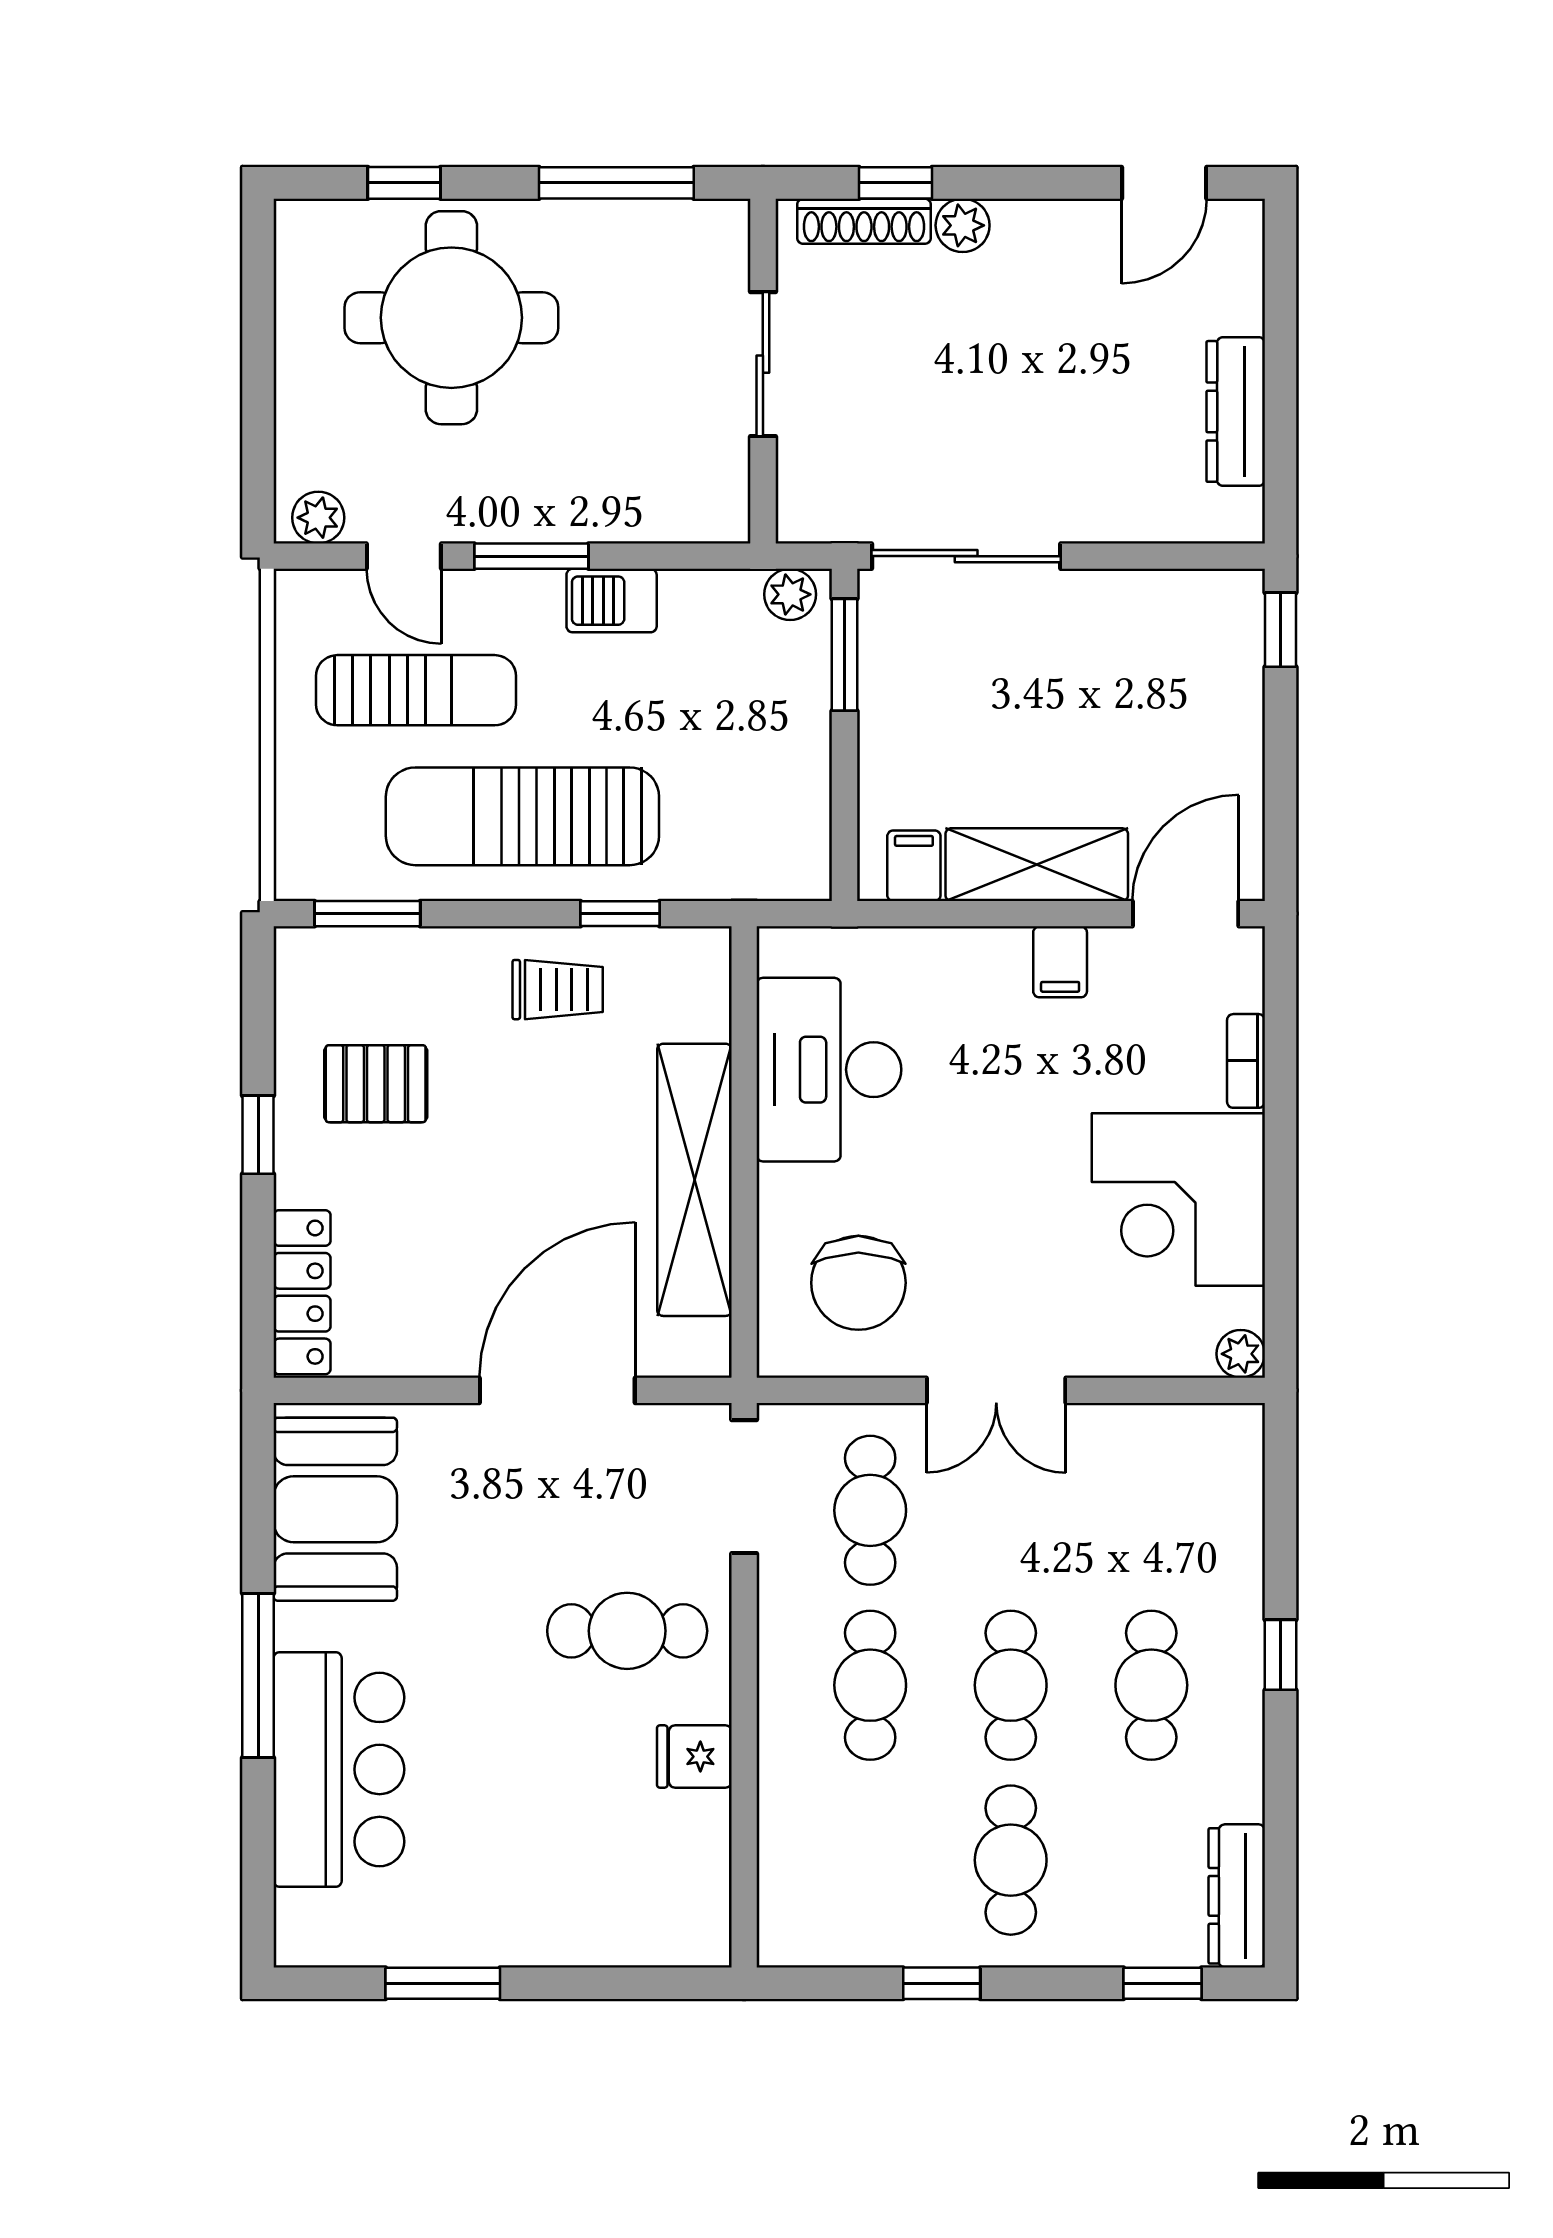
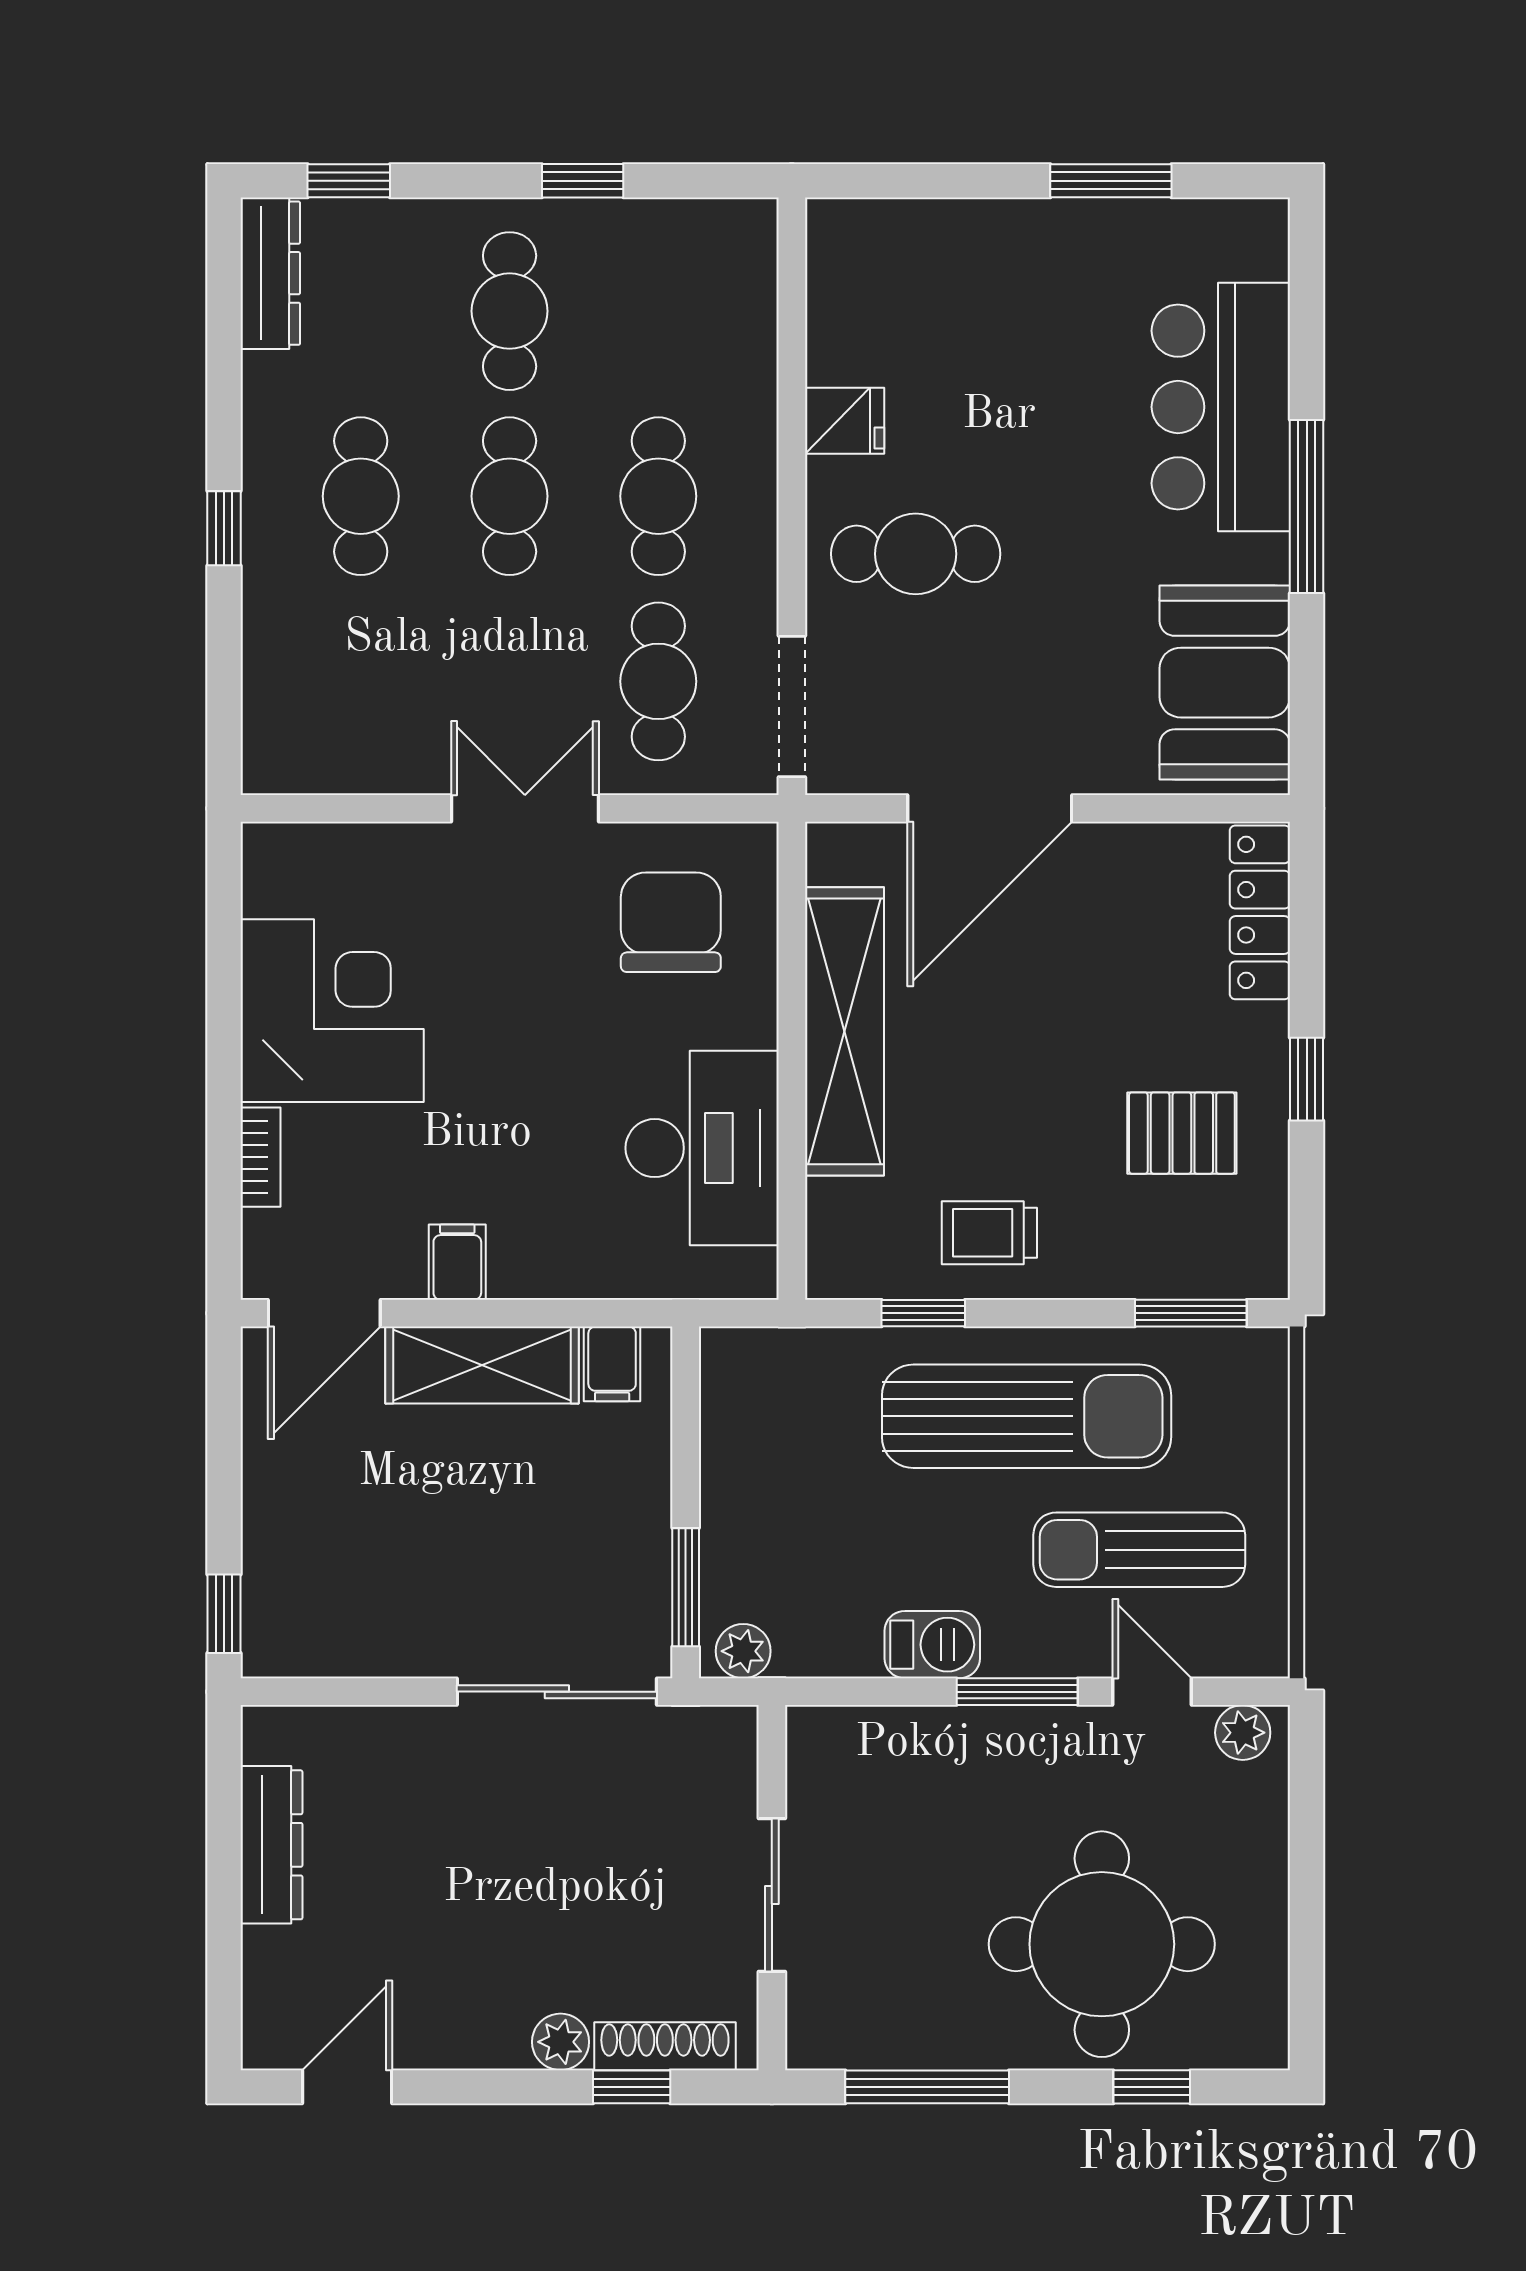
plant: (1241, 1354) -> (266, 847), removed

